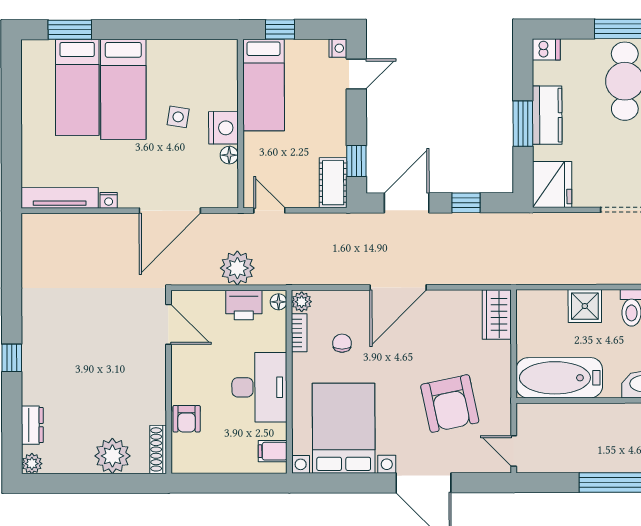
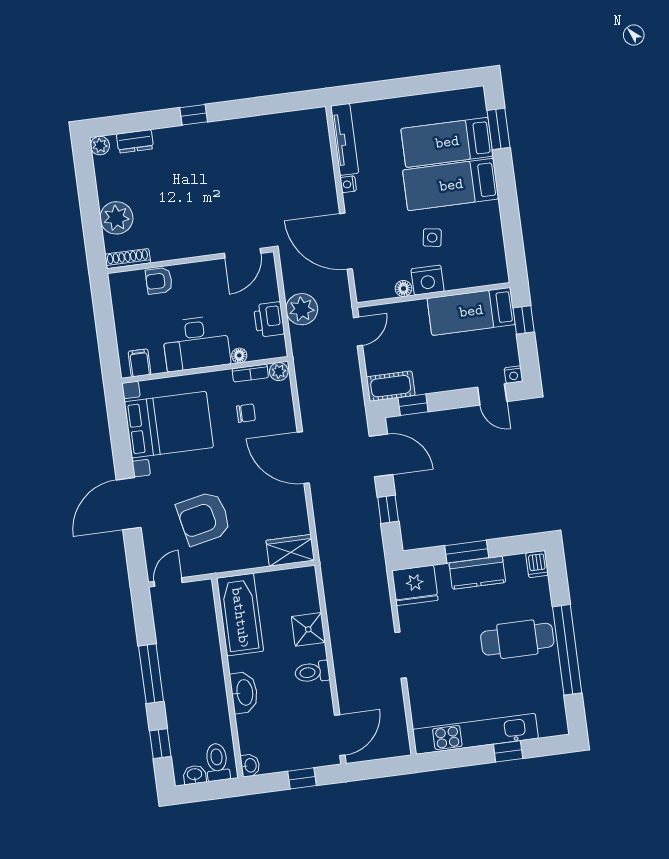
floor lamp: (279, 302) -> (239, 355), moved

